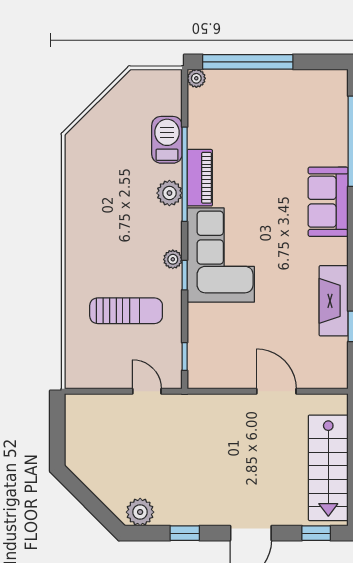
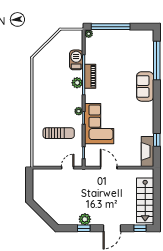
corner sofa: (221, 255) -> (99, 124), moved
fireplace: (334, 301) -> (147, 151), moved
door: (147, 391) -> (68, 168), hinge flipped
door: (276, 391) -> (109, 168), moved
plant: (140, 512) -> (85, 219), moved

